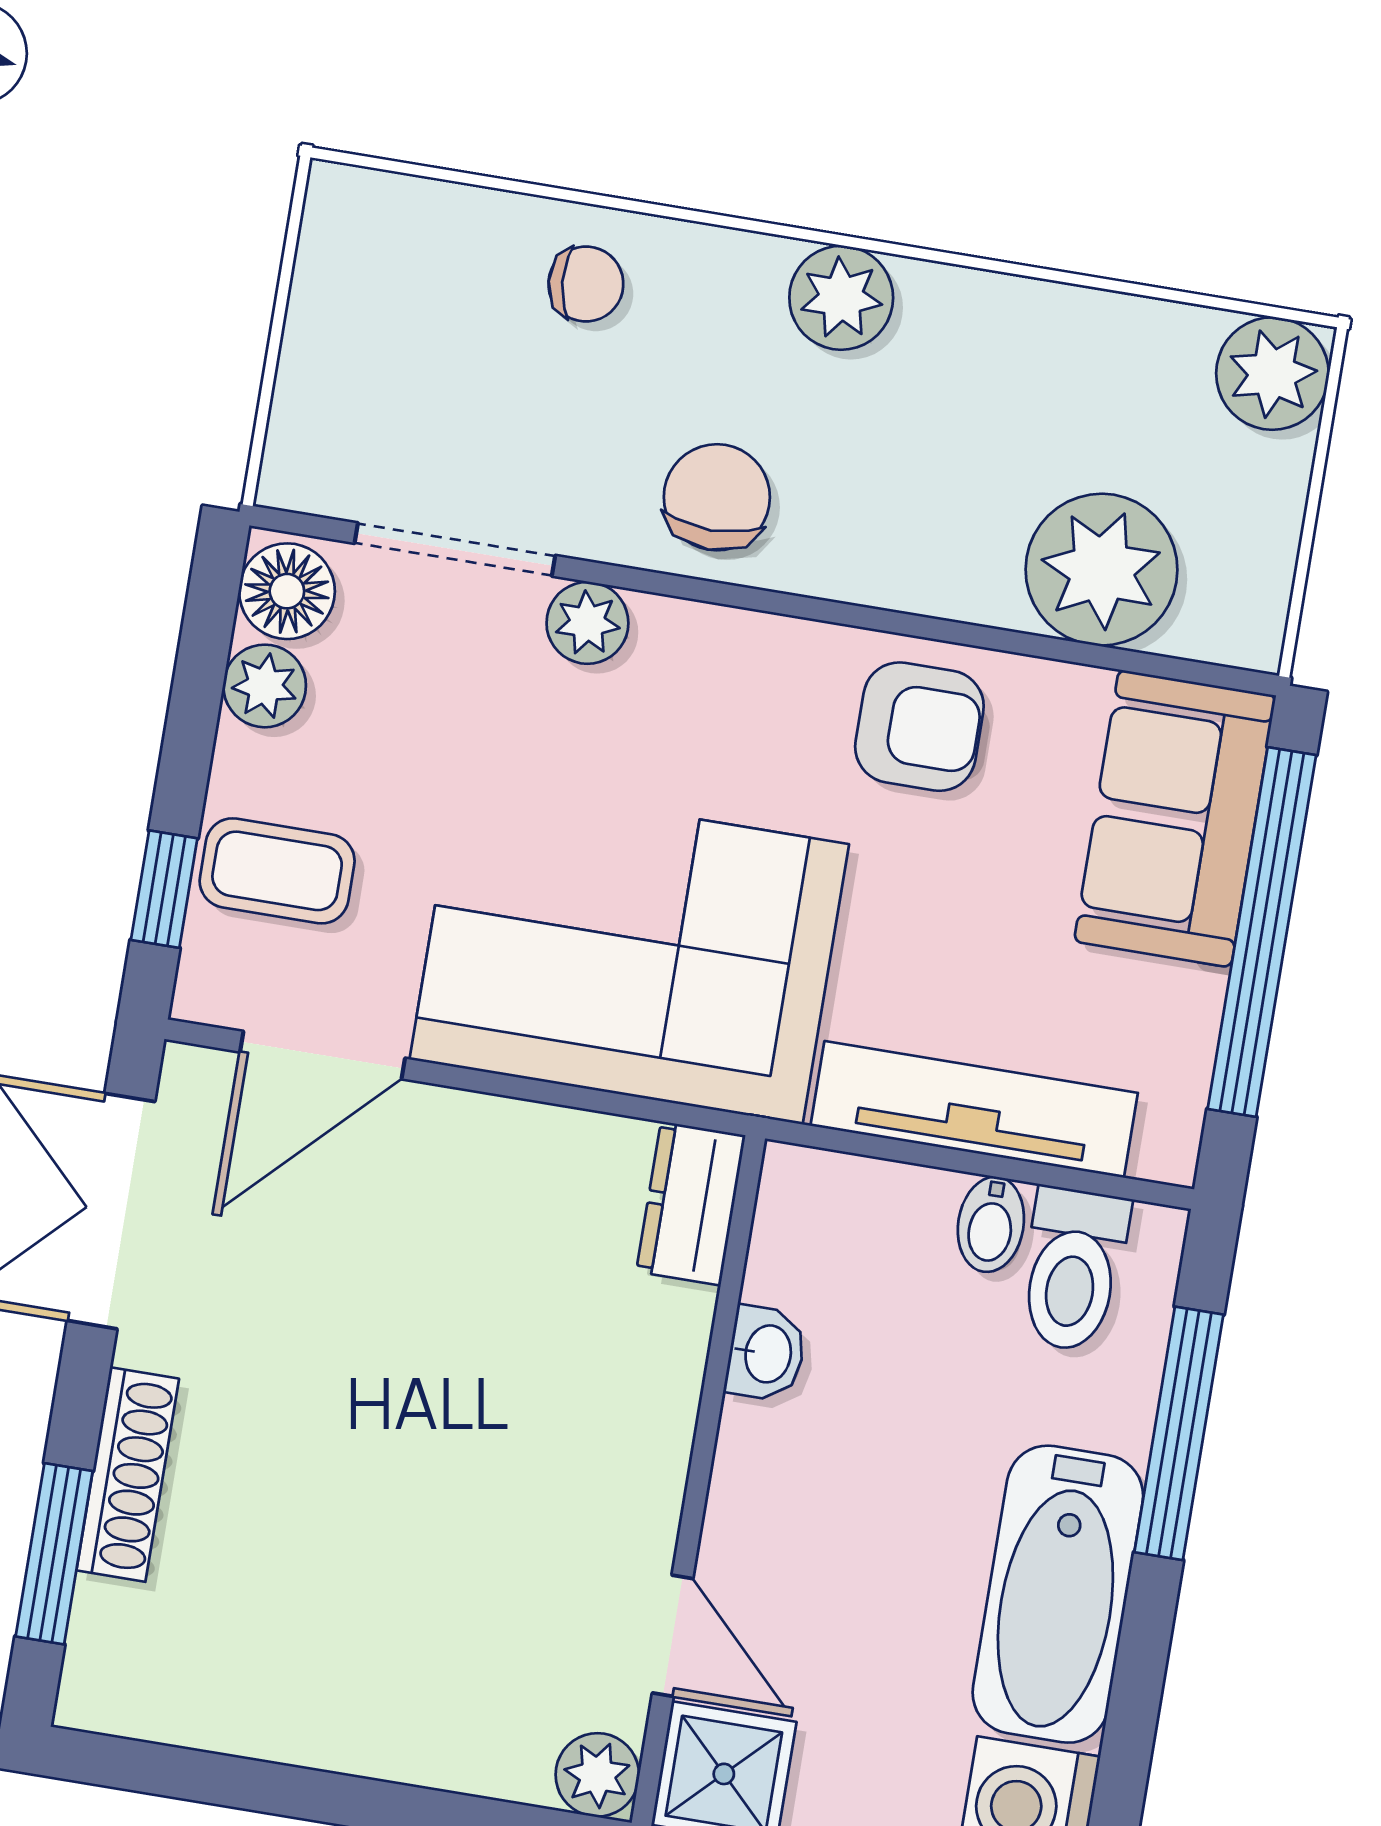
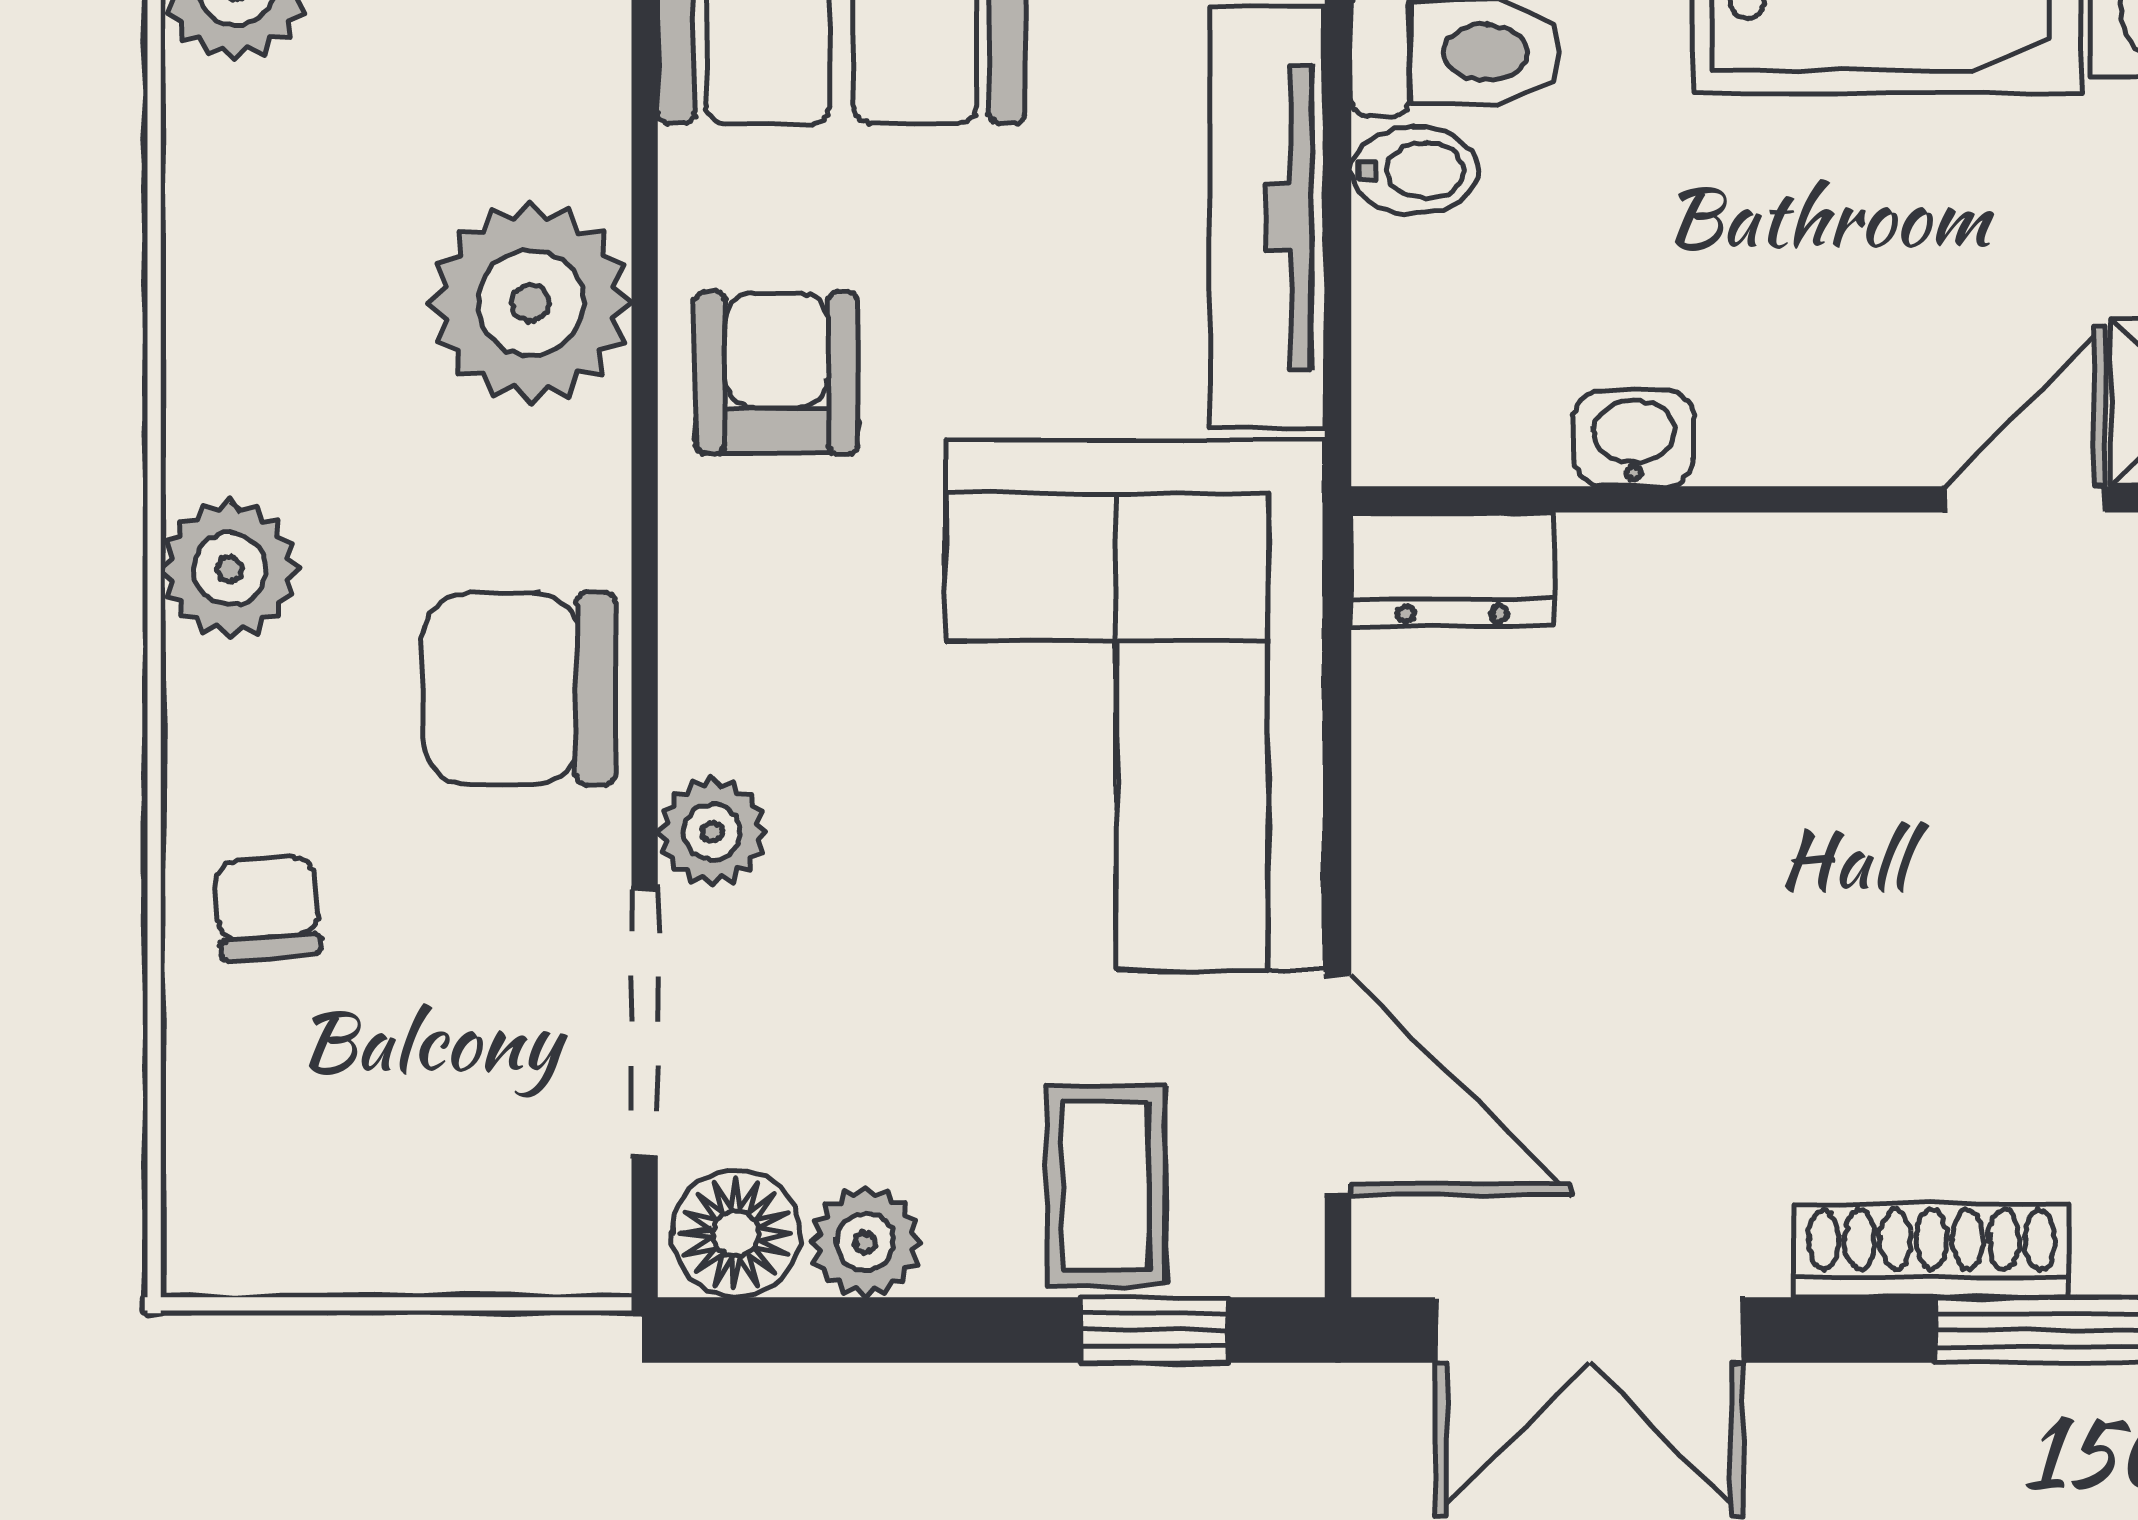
chair: (717, 497) -> (519, 689), width x1.37, depth x1.37
plant: (1101, 570) -> (530, 303), moved

